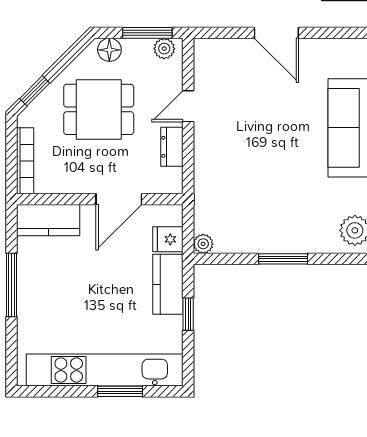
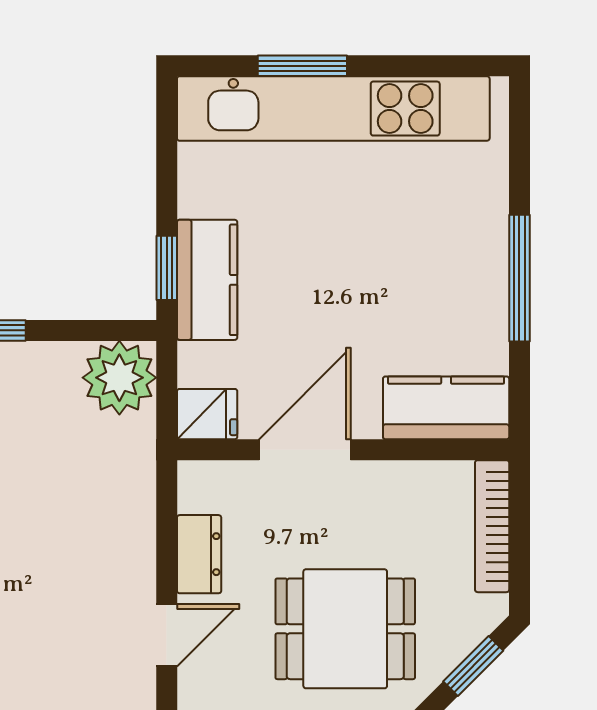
fridge: (168, 239) -> (207, 414), moved
plant: (203, 244) -> (119, 378), width x1.88, depth x1.88
window: (188, 314) -> (167, 268), moved

